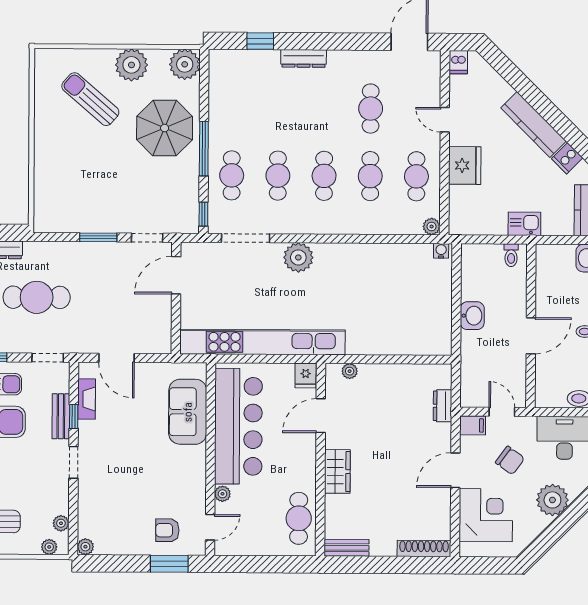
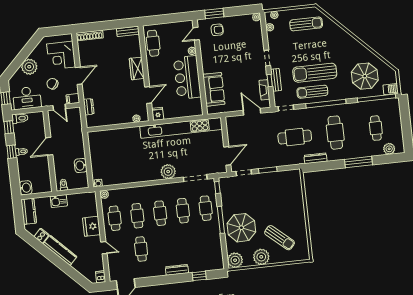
washbasin: (472, 316) -> (81, 166), moved
bar counter: (238, 426) -> (187, 77), width x0.73

